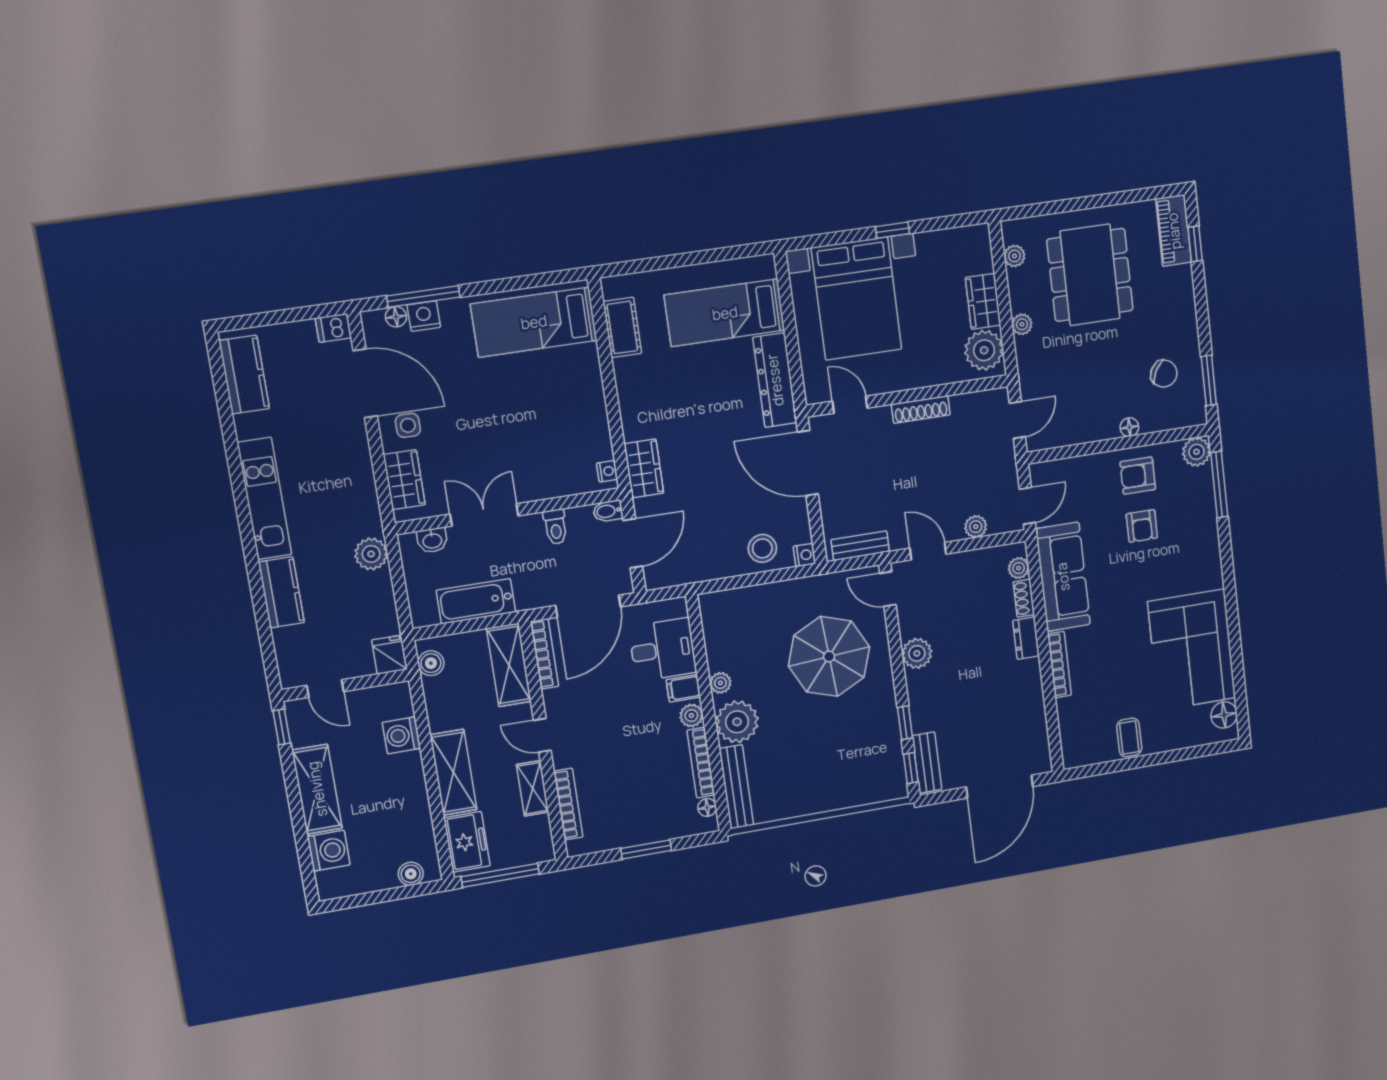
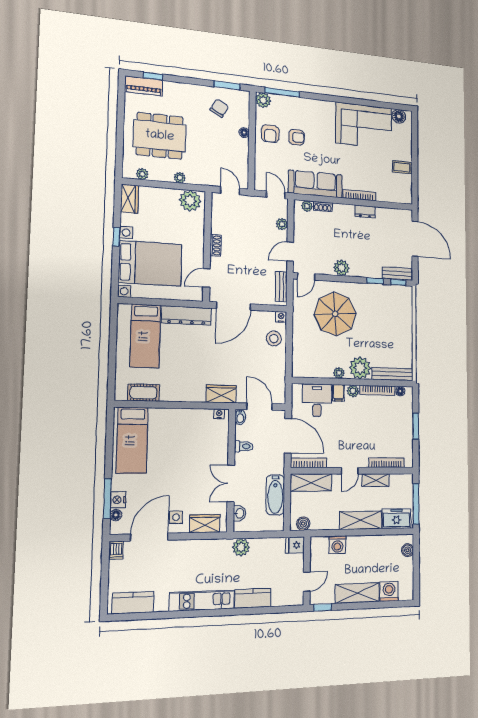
wardrobe: (983, 301) -> (129, 199), moved, turned -90
shoe rack: (921, 409) -> (216, 245), width x0.70
dresser: (1026, 638) -> (365, 212), moved

